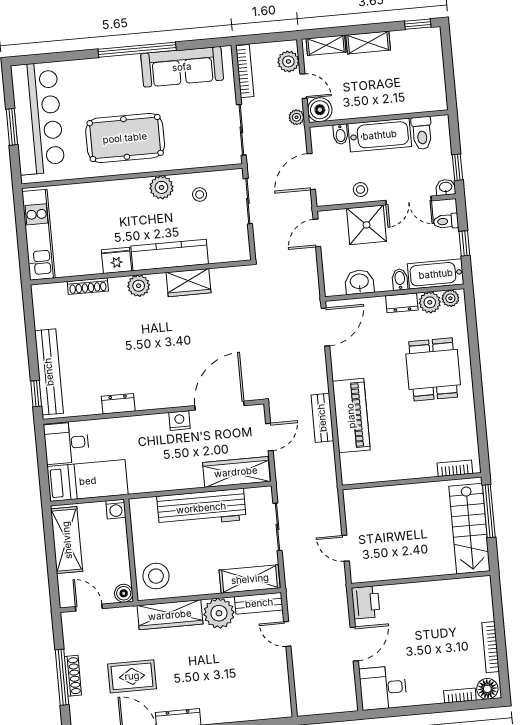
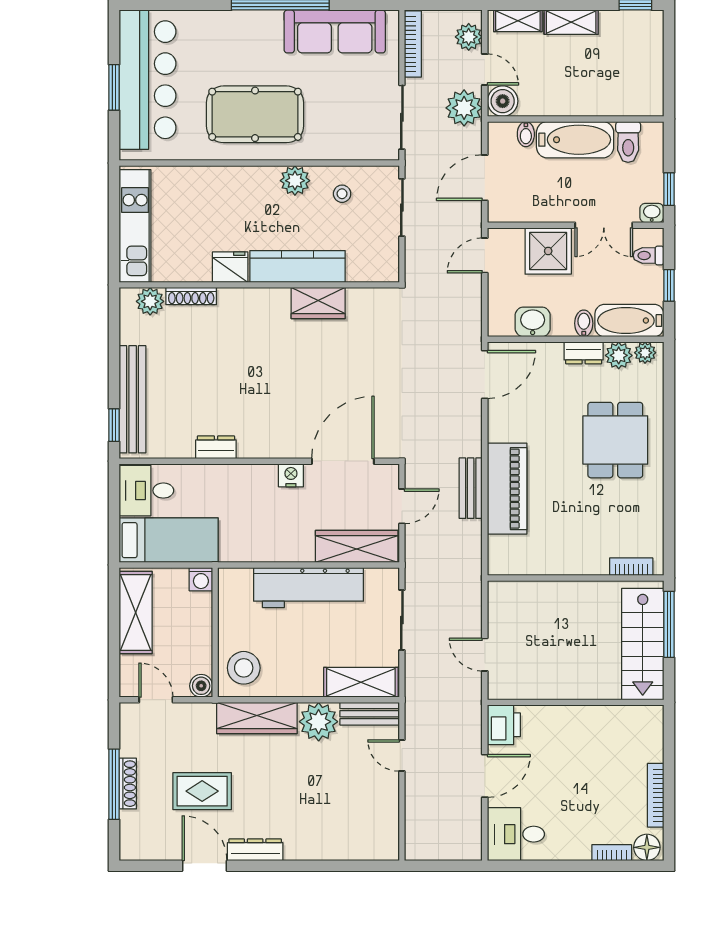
plant: (296, 117) -> (464, 108), width x1.87, depth x1.87
stool: (361, 190) -> (545, 206), removed
plant: (139, 286) -> (150, 301), moved

